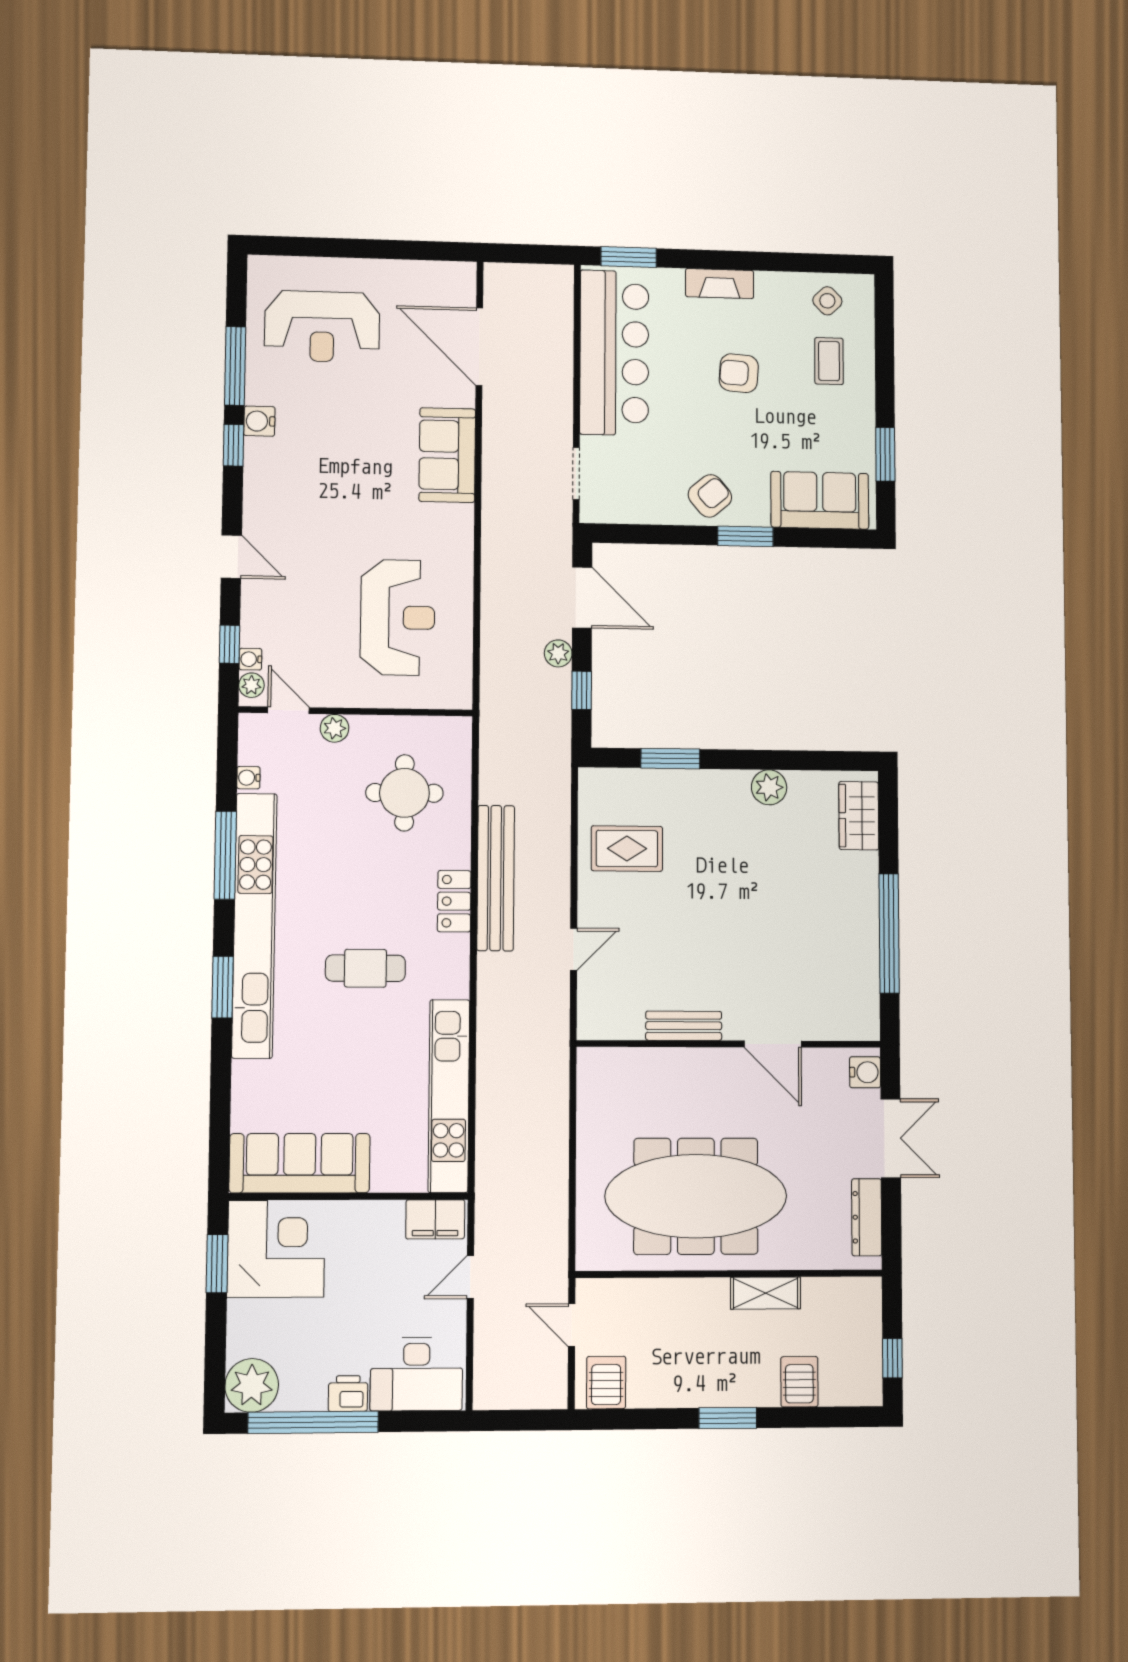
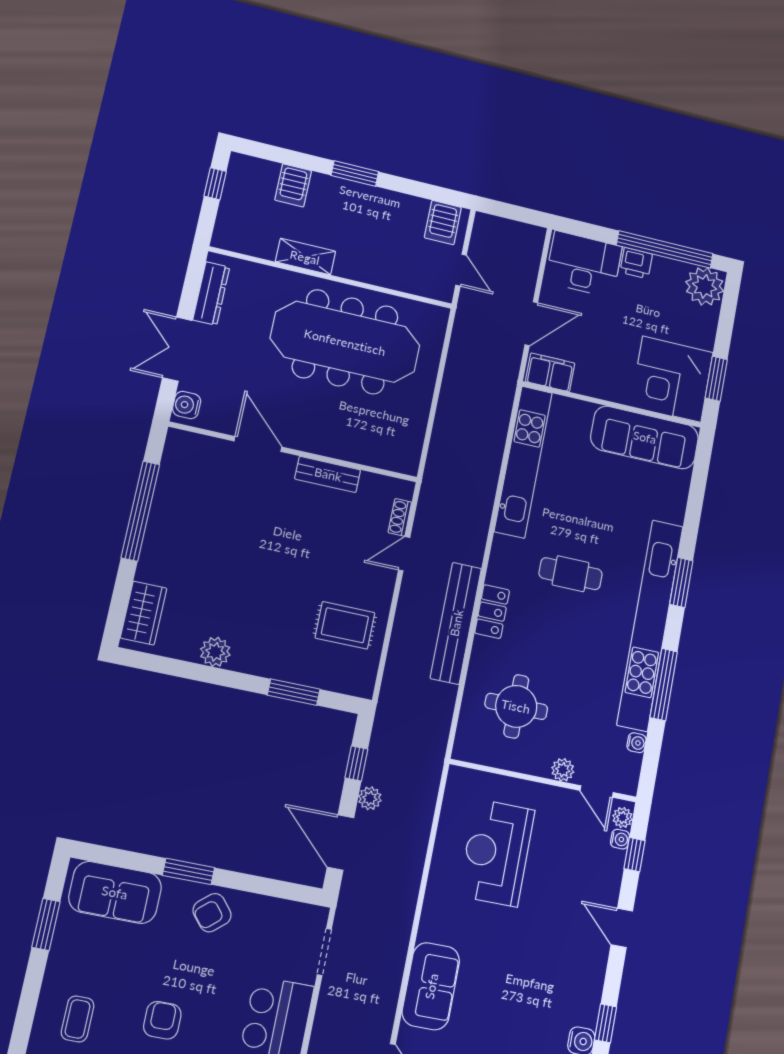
armchair: (739, 373) -> (162, 1020), turned -94
shoe rack: (587, 992) -> (400, 517), added
door: (470, 1277) -> (531, 324), width x1.38

